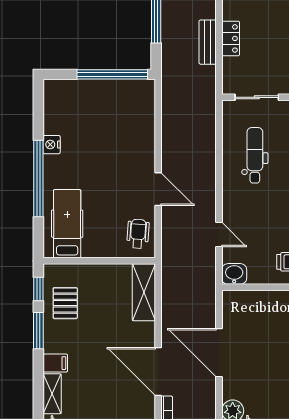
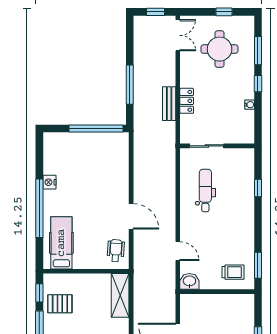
pallet: (65, 303) -> (60, 304), turned 90

